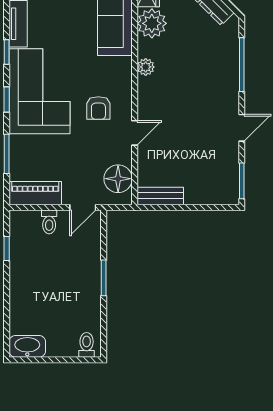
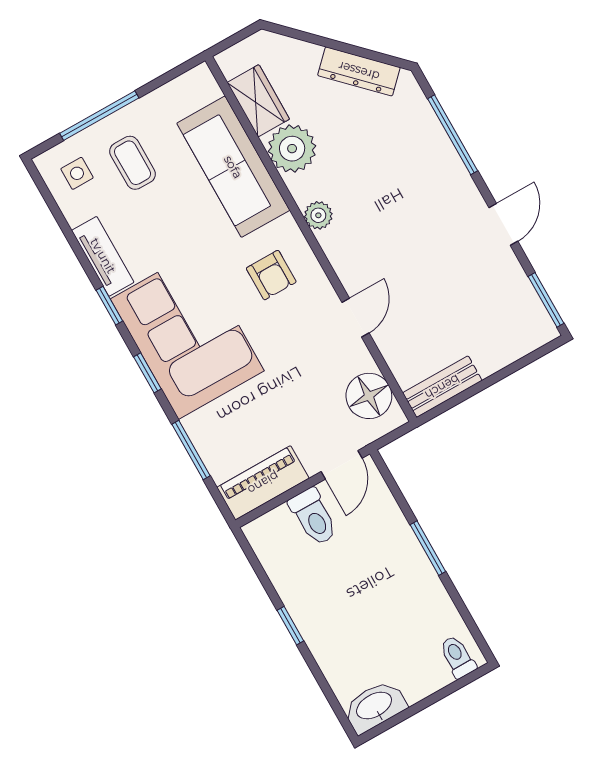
armchair: (98, 108) -> (271, 275), moved
toilet: (49, 222) -> (313, 517), width x1.37, depth x1.39
window: (7, 248) -> (290, 626), moved

